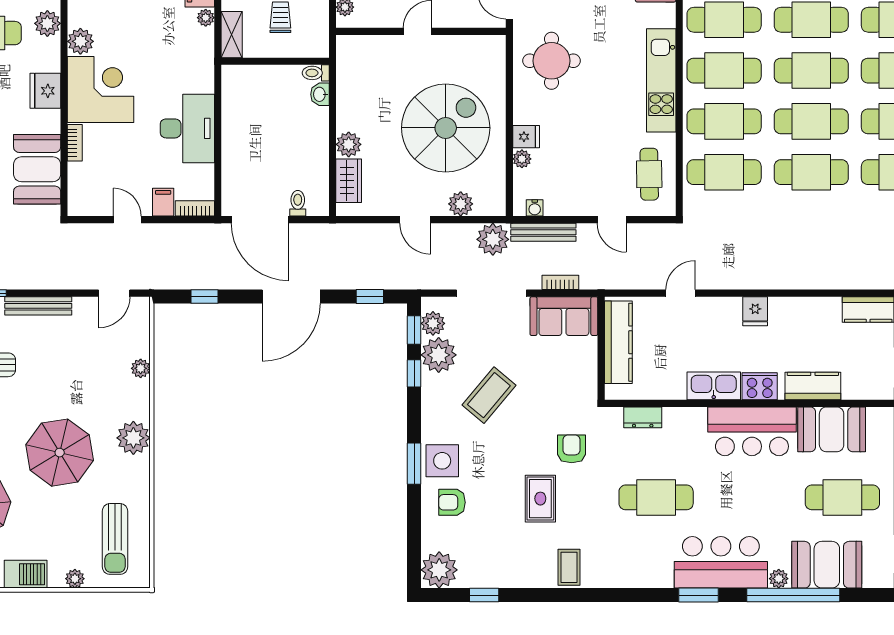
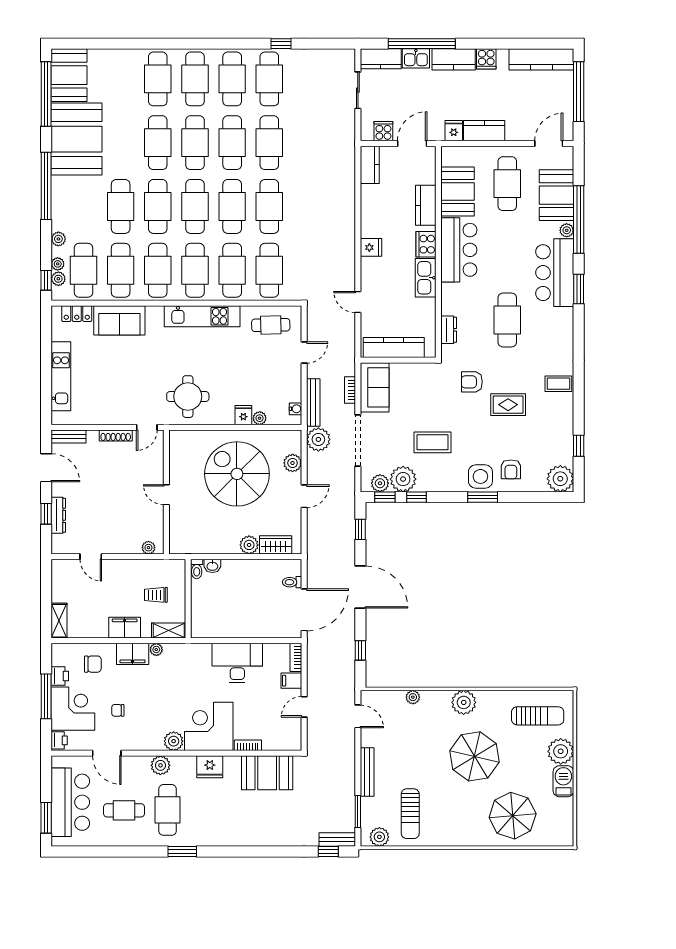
coffee table: (489, 395) -> (432, 442), turned -40
plant: (75, 579) -> (561, 751), width x1.88, depth x1.88

